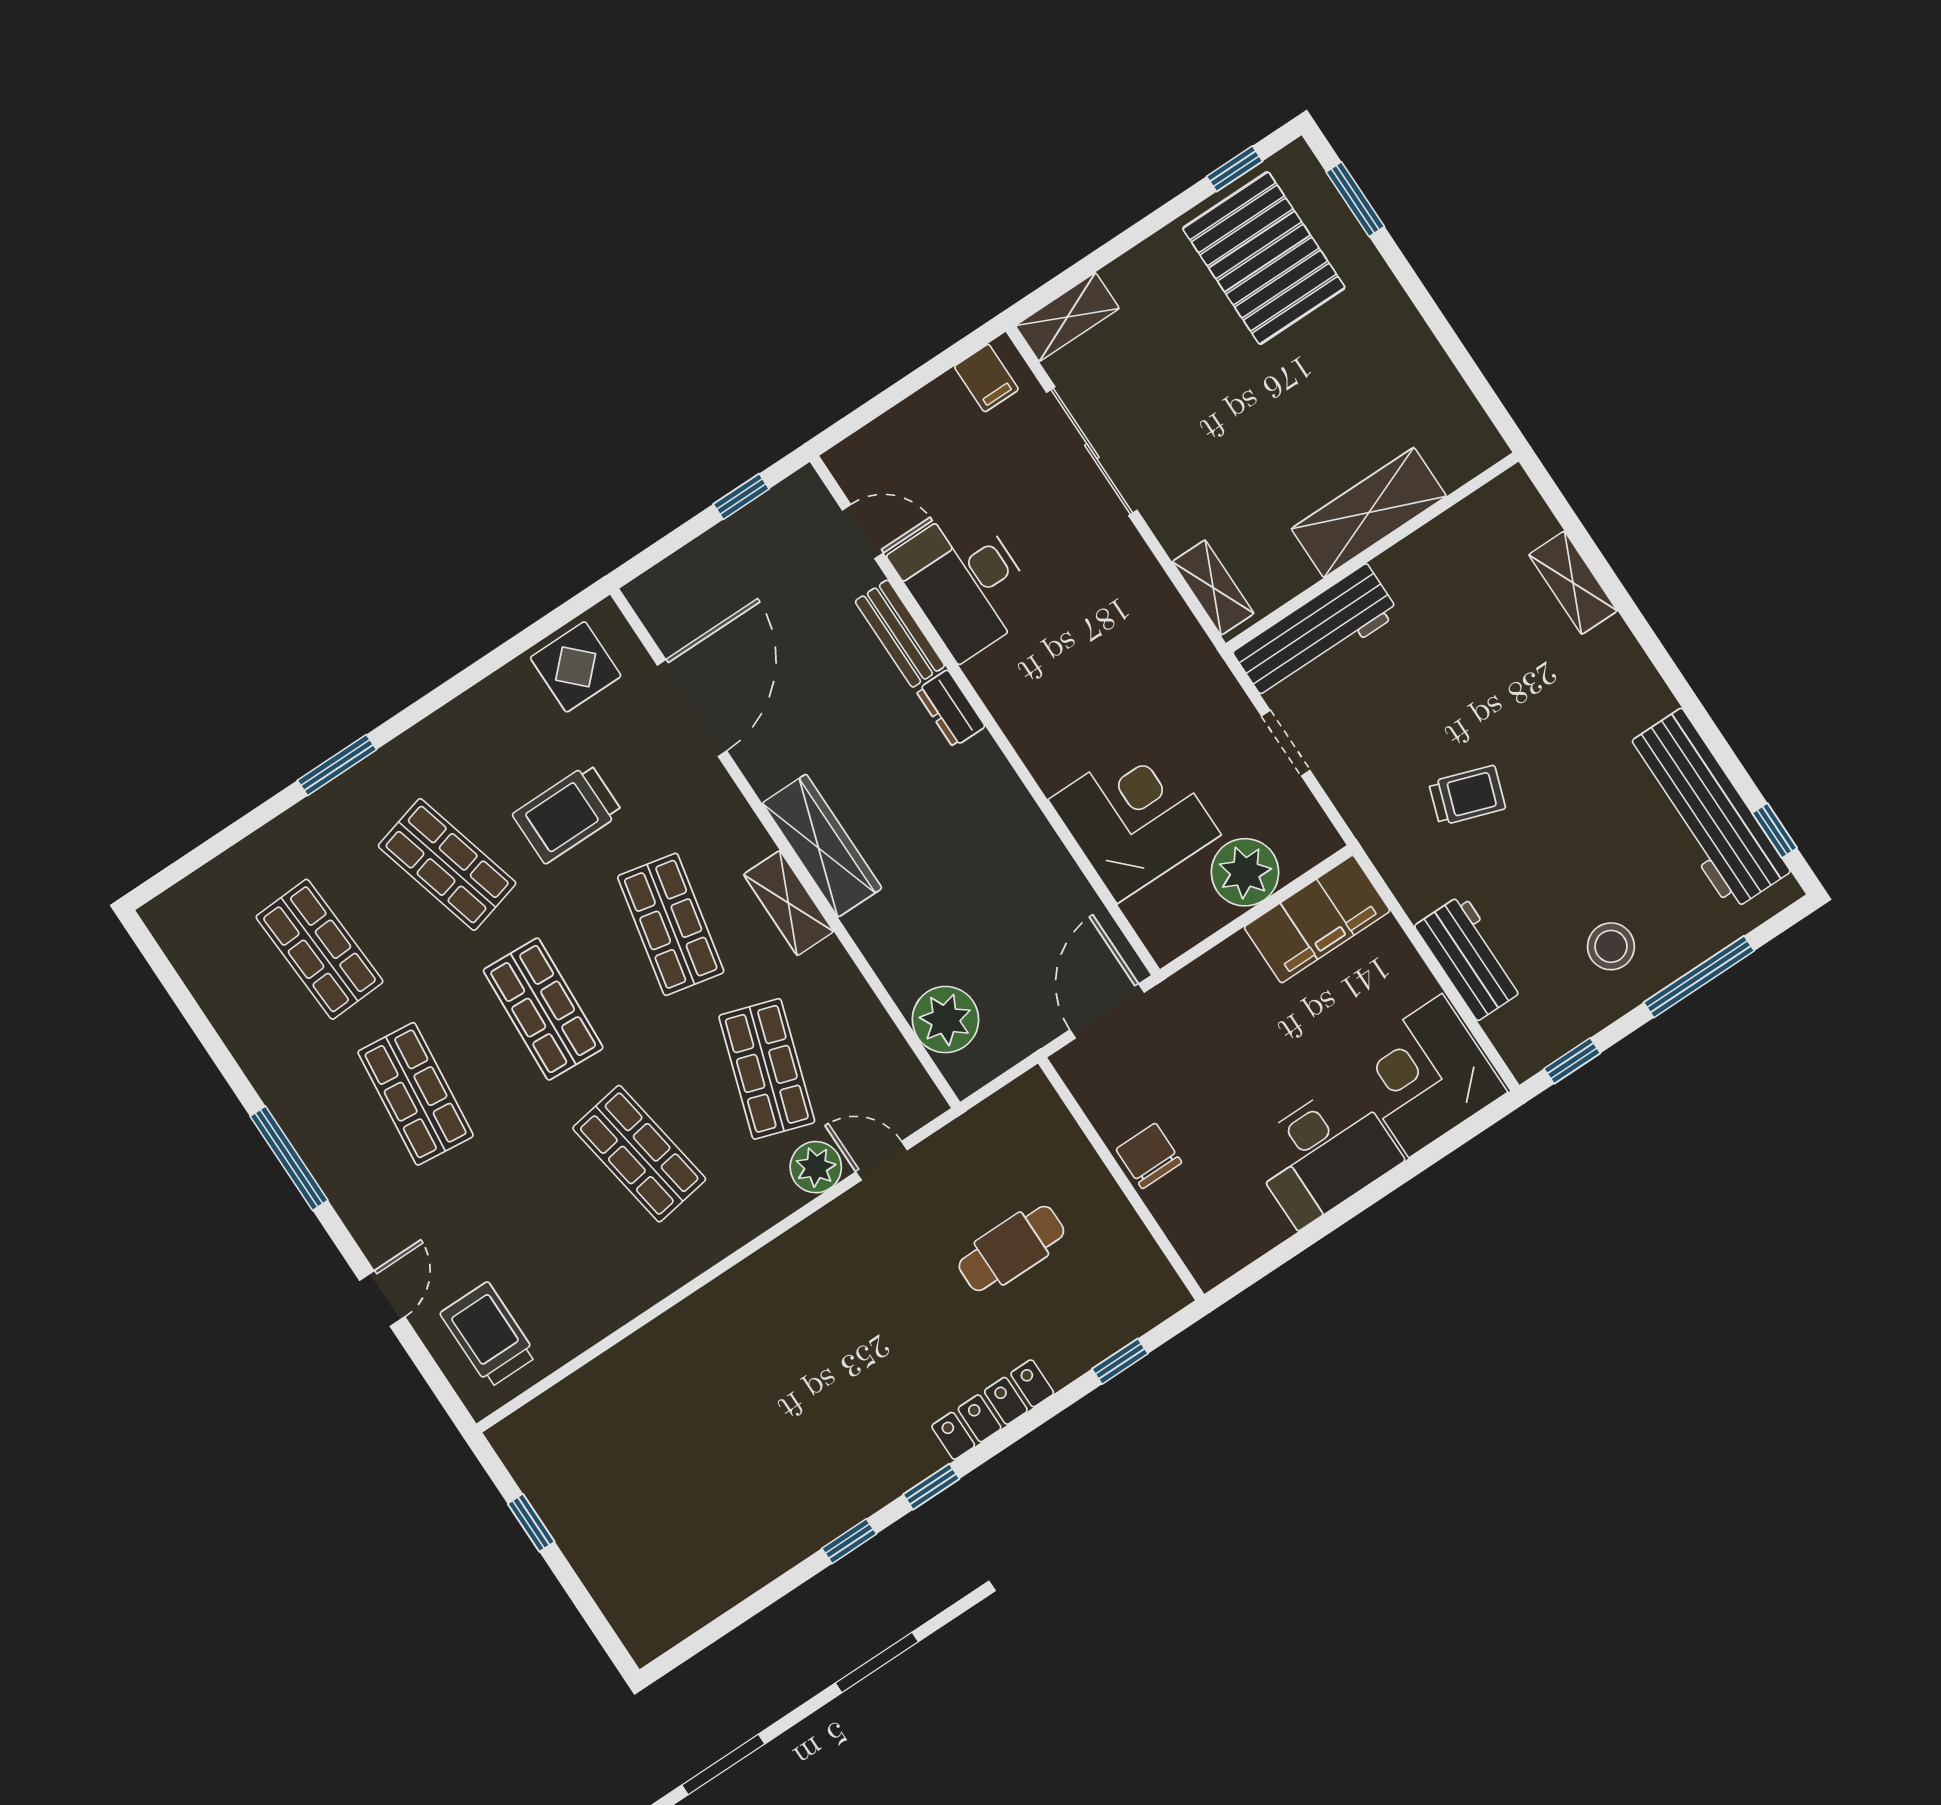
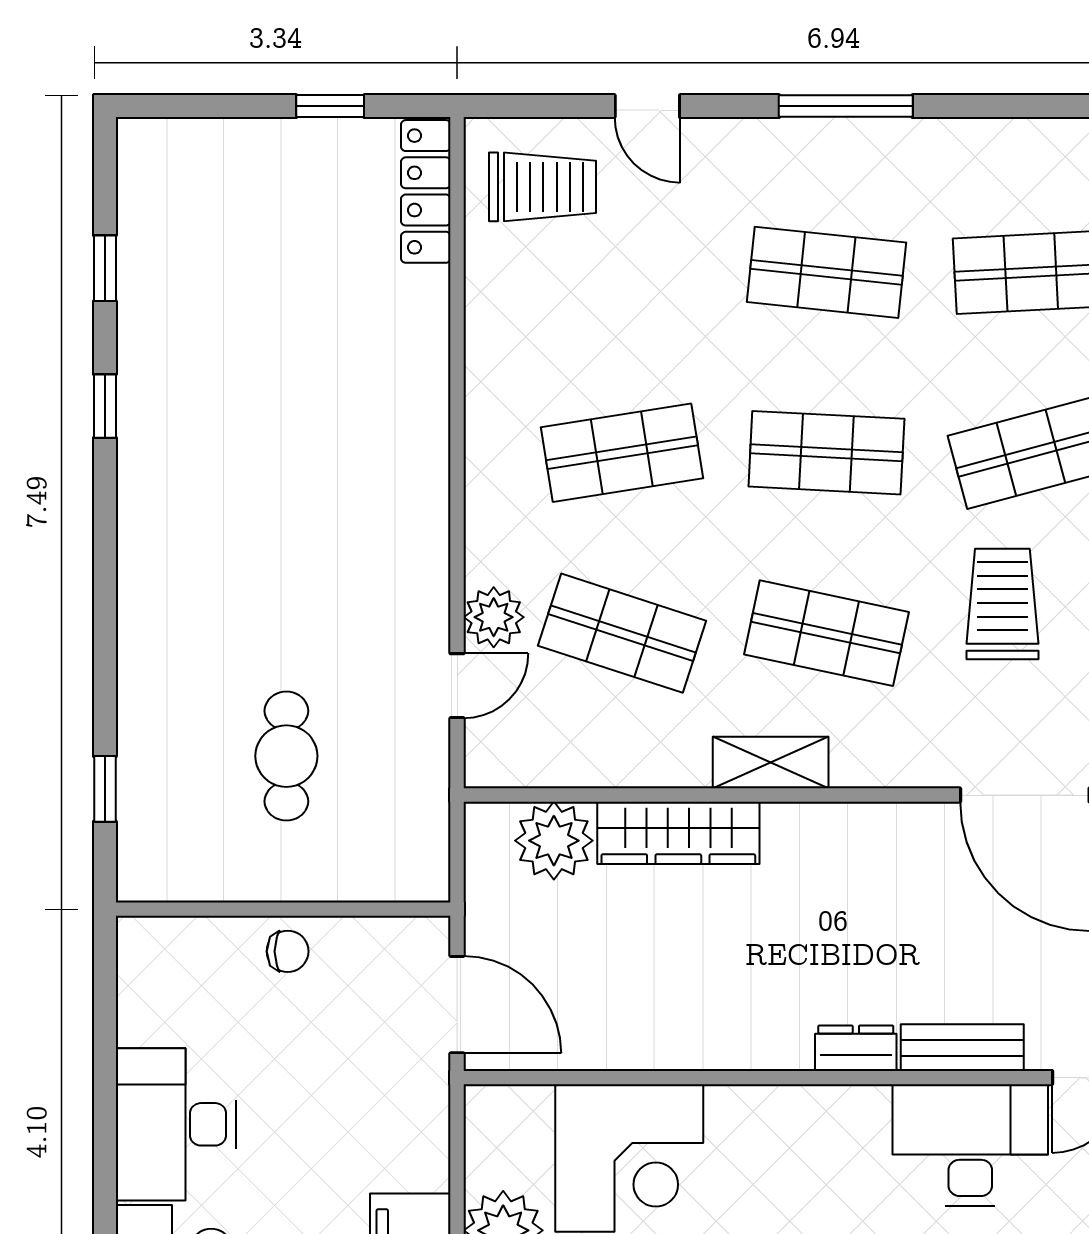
wardrobe: (822, 846) -> (678, 833), moved
chair: (1149, 1156) -> (288, 951), width x0.73, depth x0.73
locker: (993, 1410) -> (426, 191), moved, turned 180
window: (931, 1487) -> (105, 268), moved

